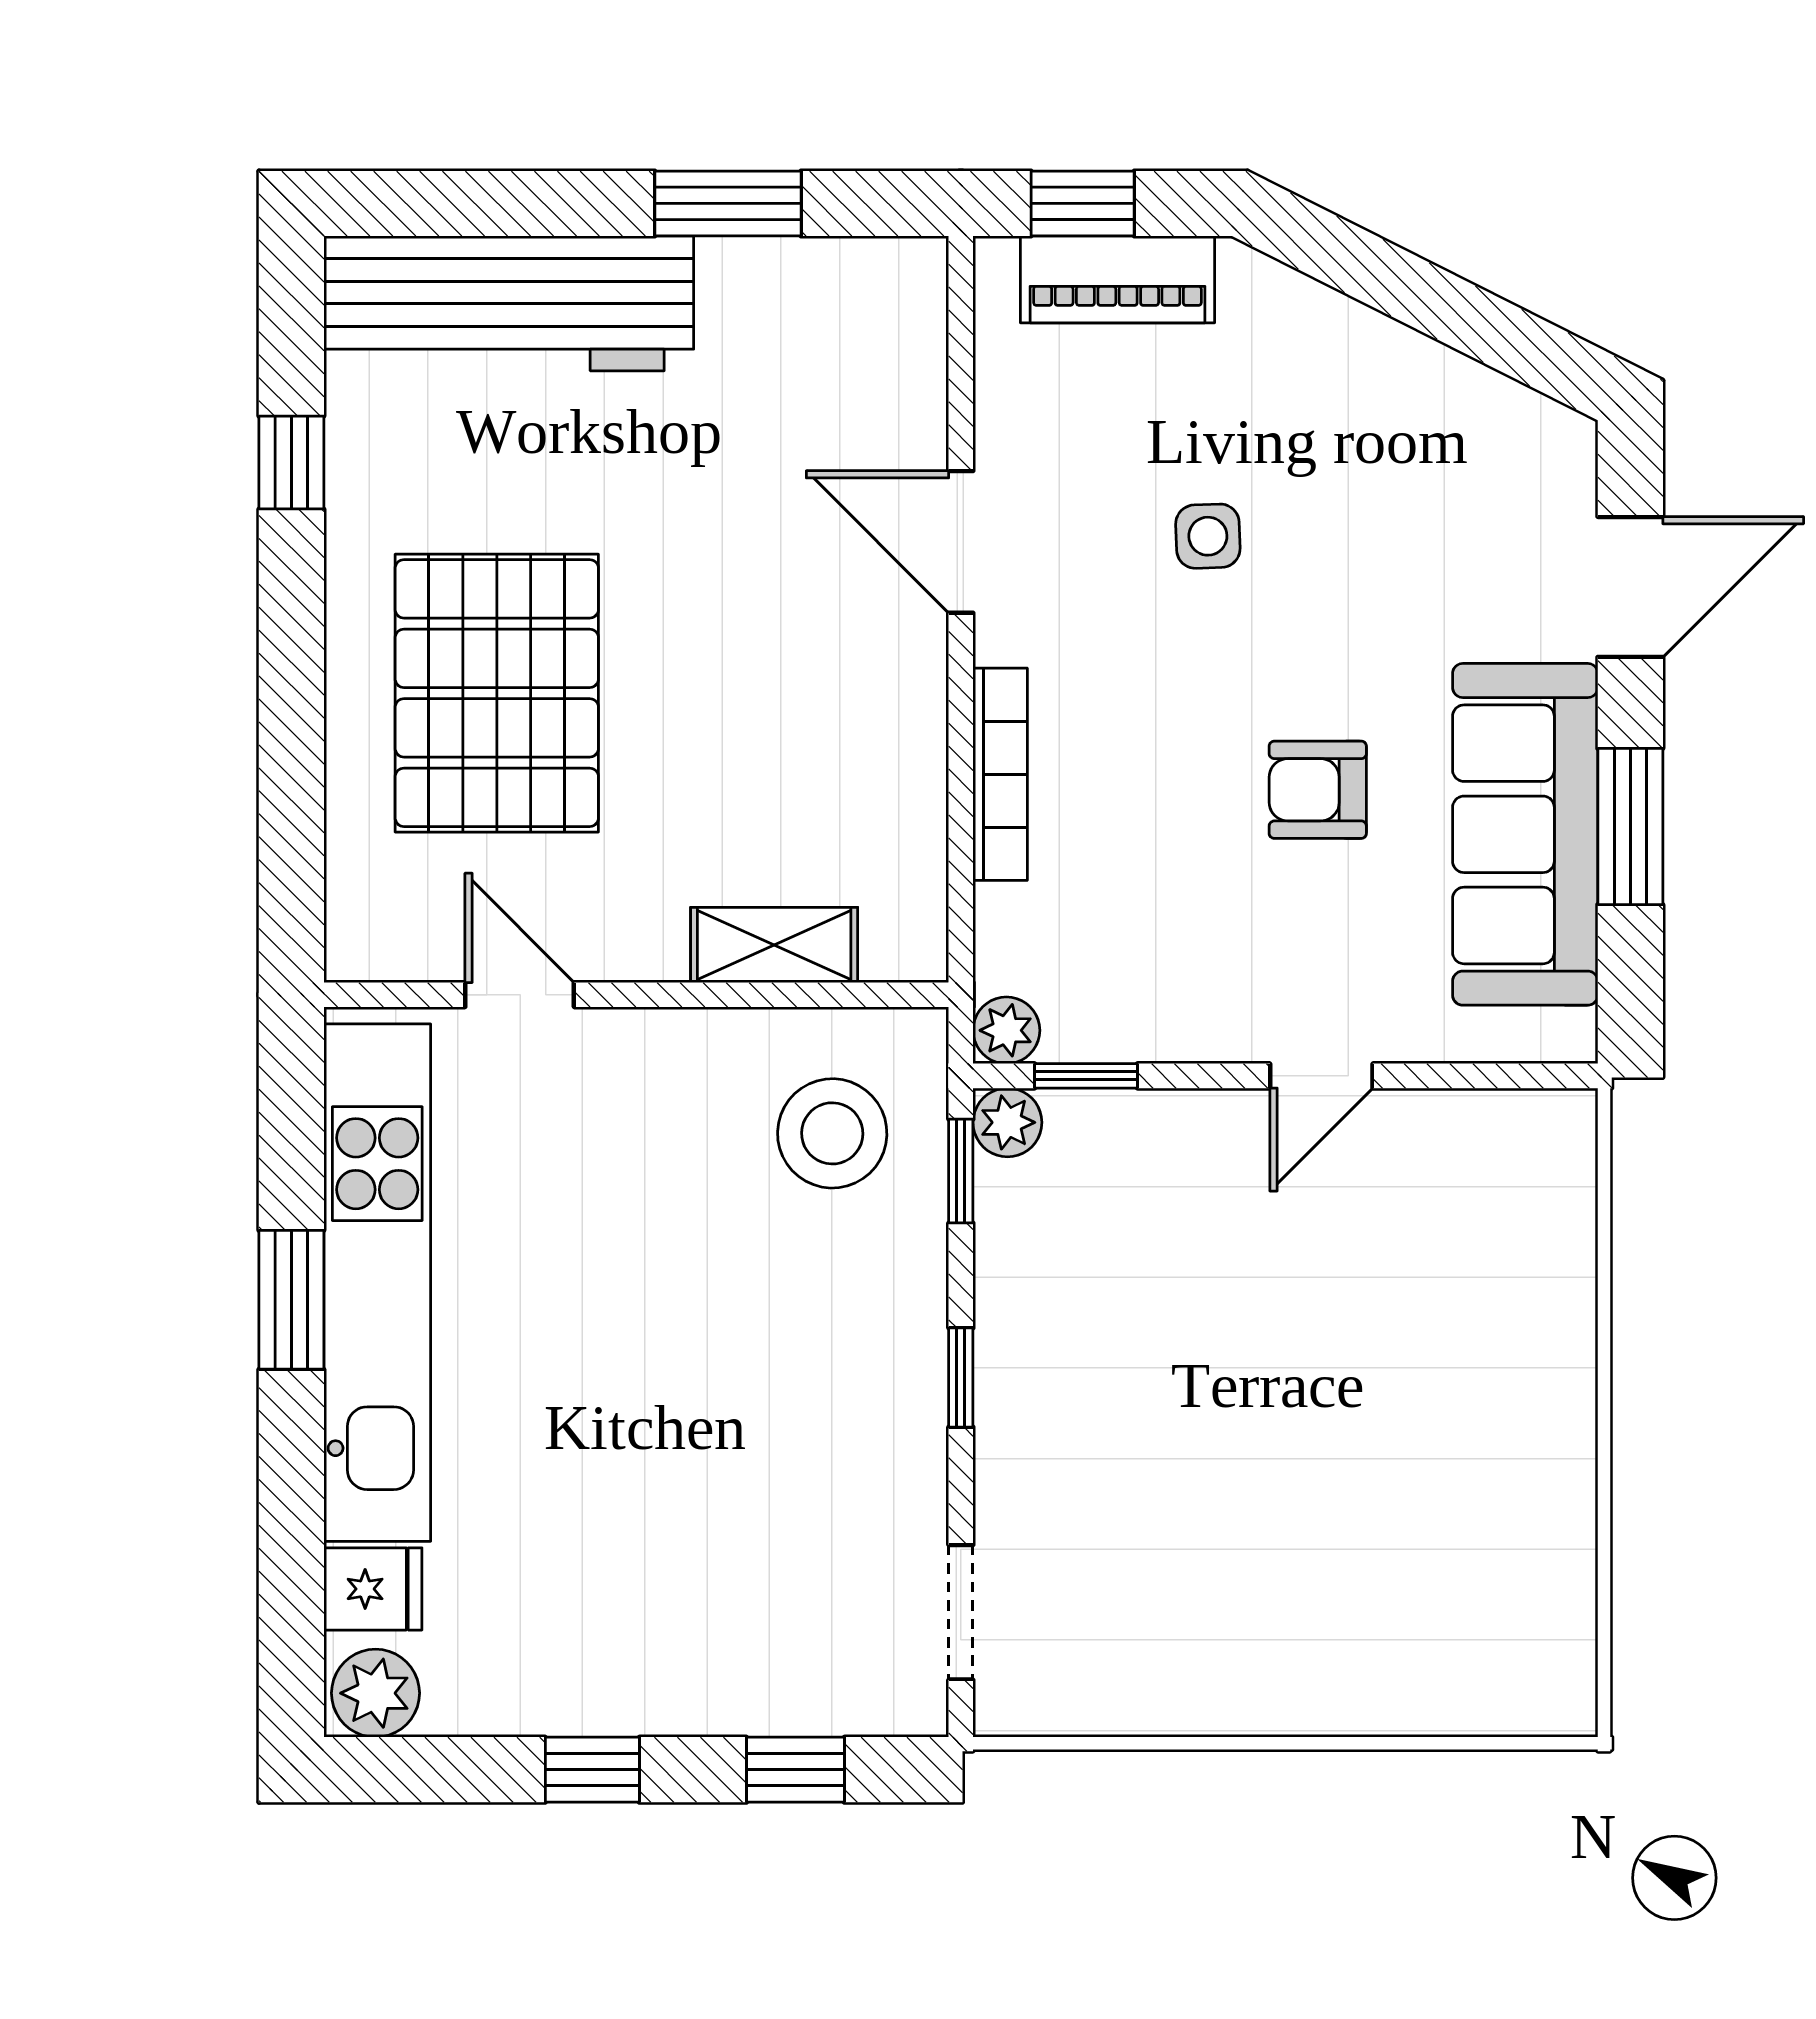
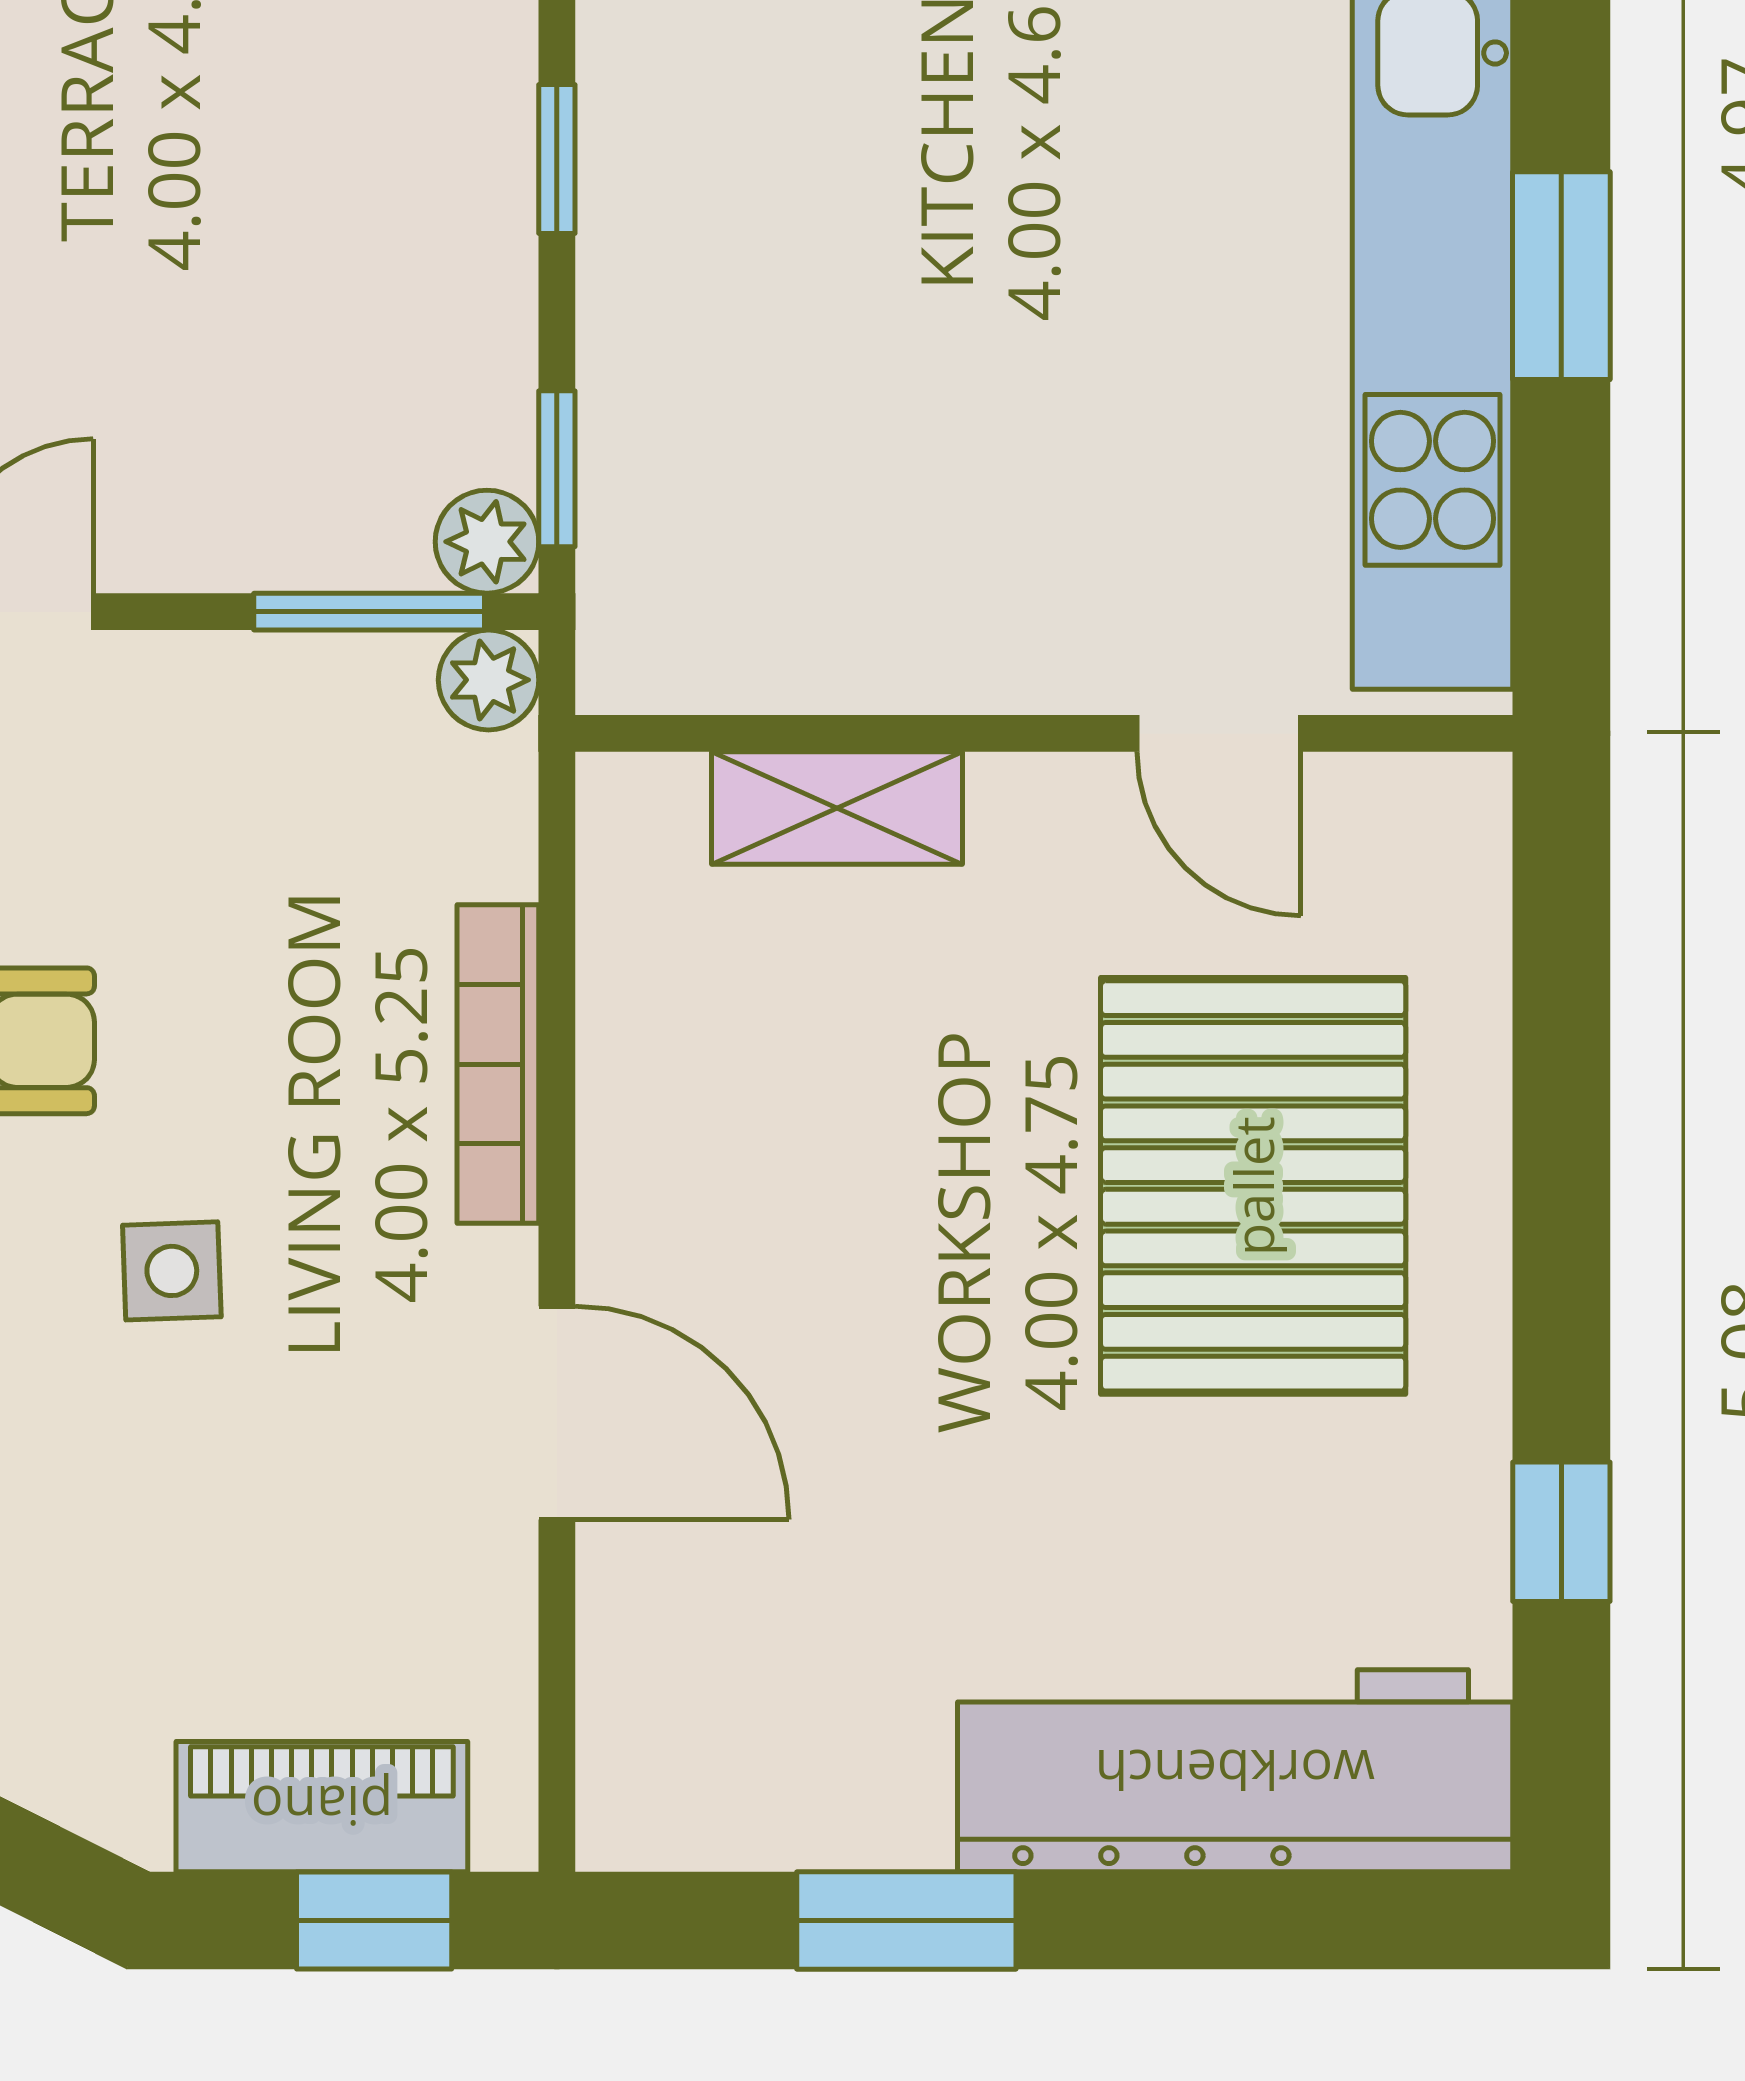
side table: (1208, 536) -> (172, 1271), moved
window: (1086, 1076) -> (369, 612), width x1.50
stool: (832, 1133) -> (750, 525), removed

